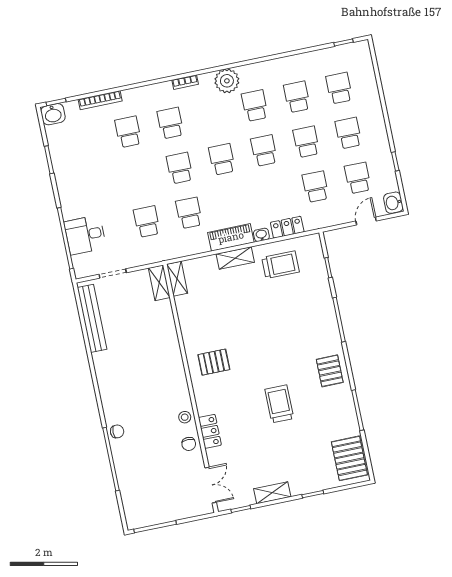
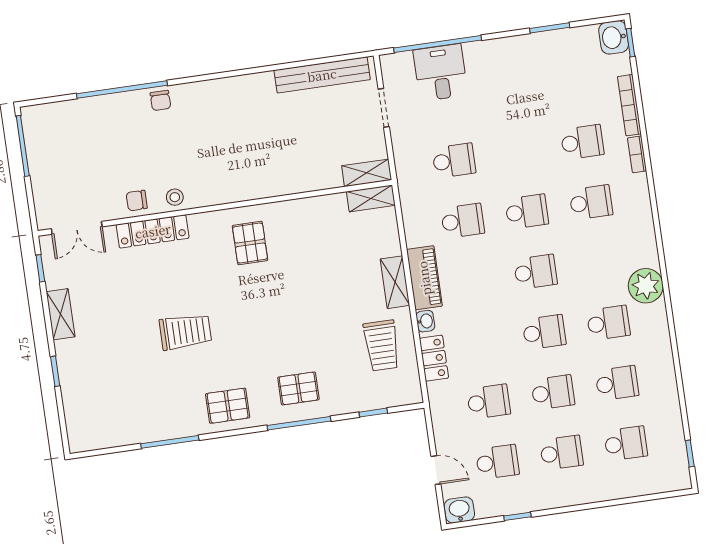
bookcase: (185, 82) -> (637, 154), moved
locker: (210, 431) -> (153, 231), width x1.53
pallet: (349, 458) -> (298, 388), moved, width x0.67, depth x0.71

